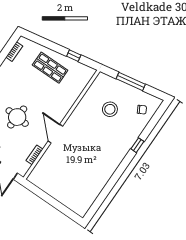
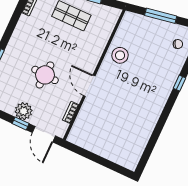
stool: (110, 109) -> (120, 55), moved

